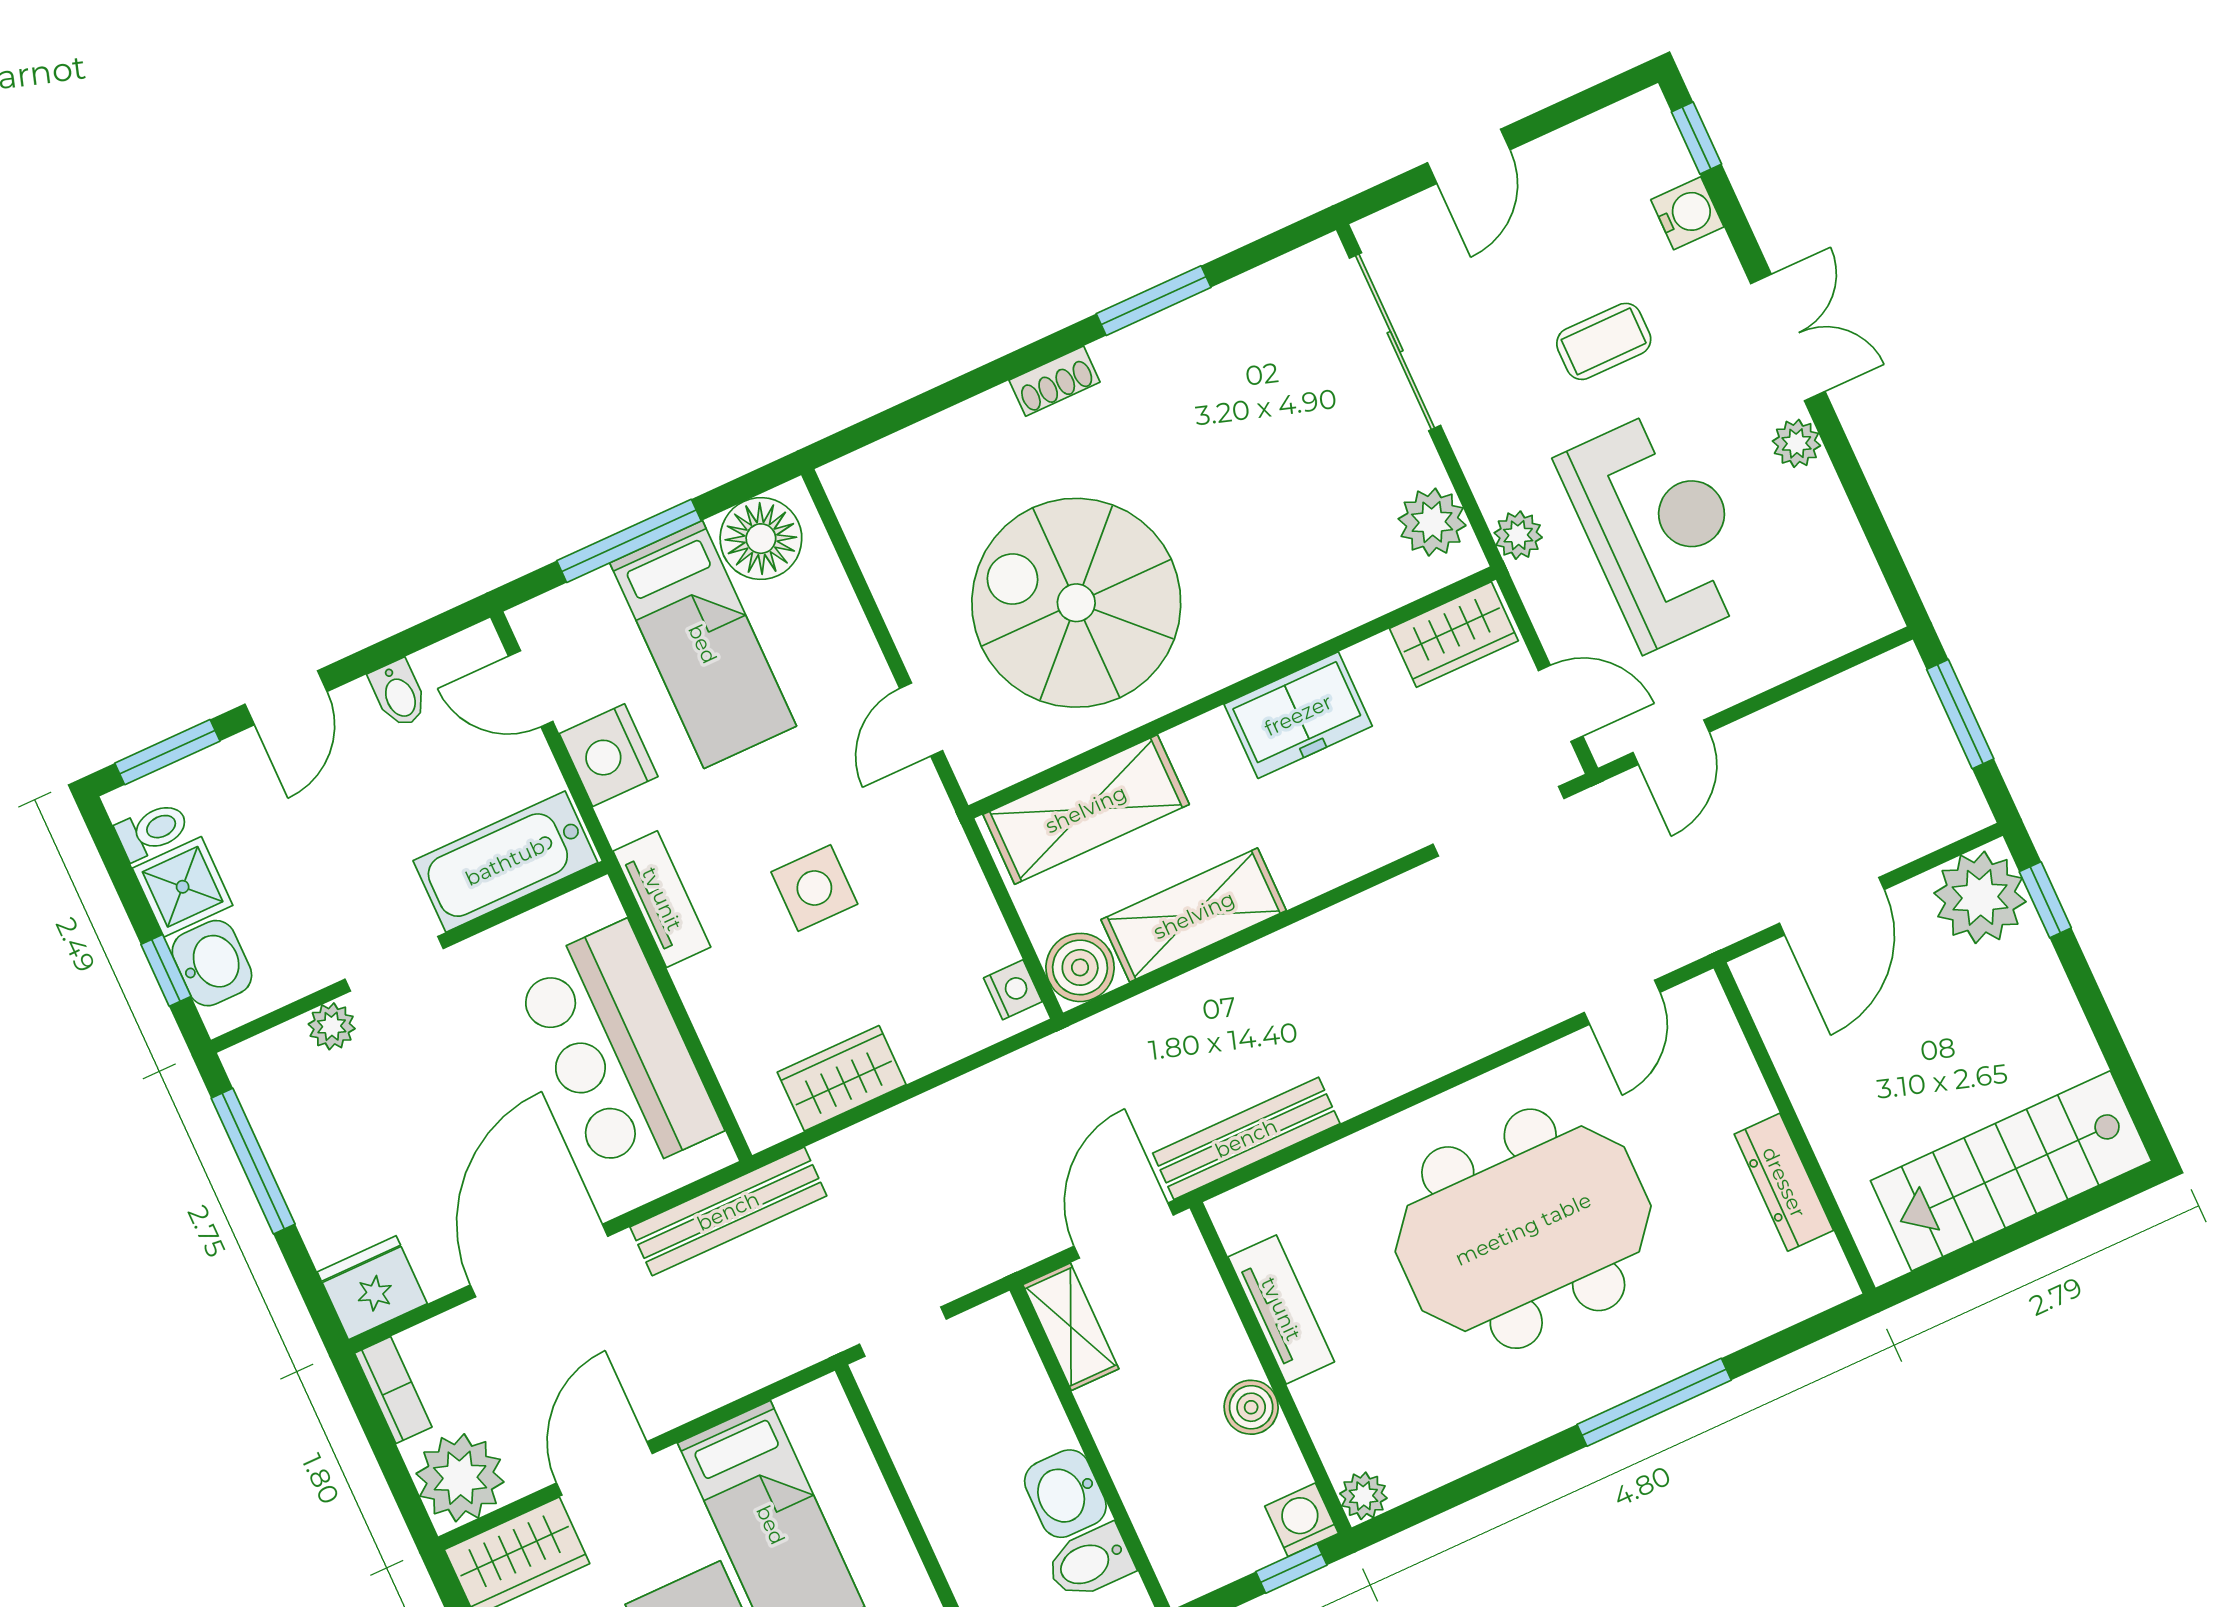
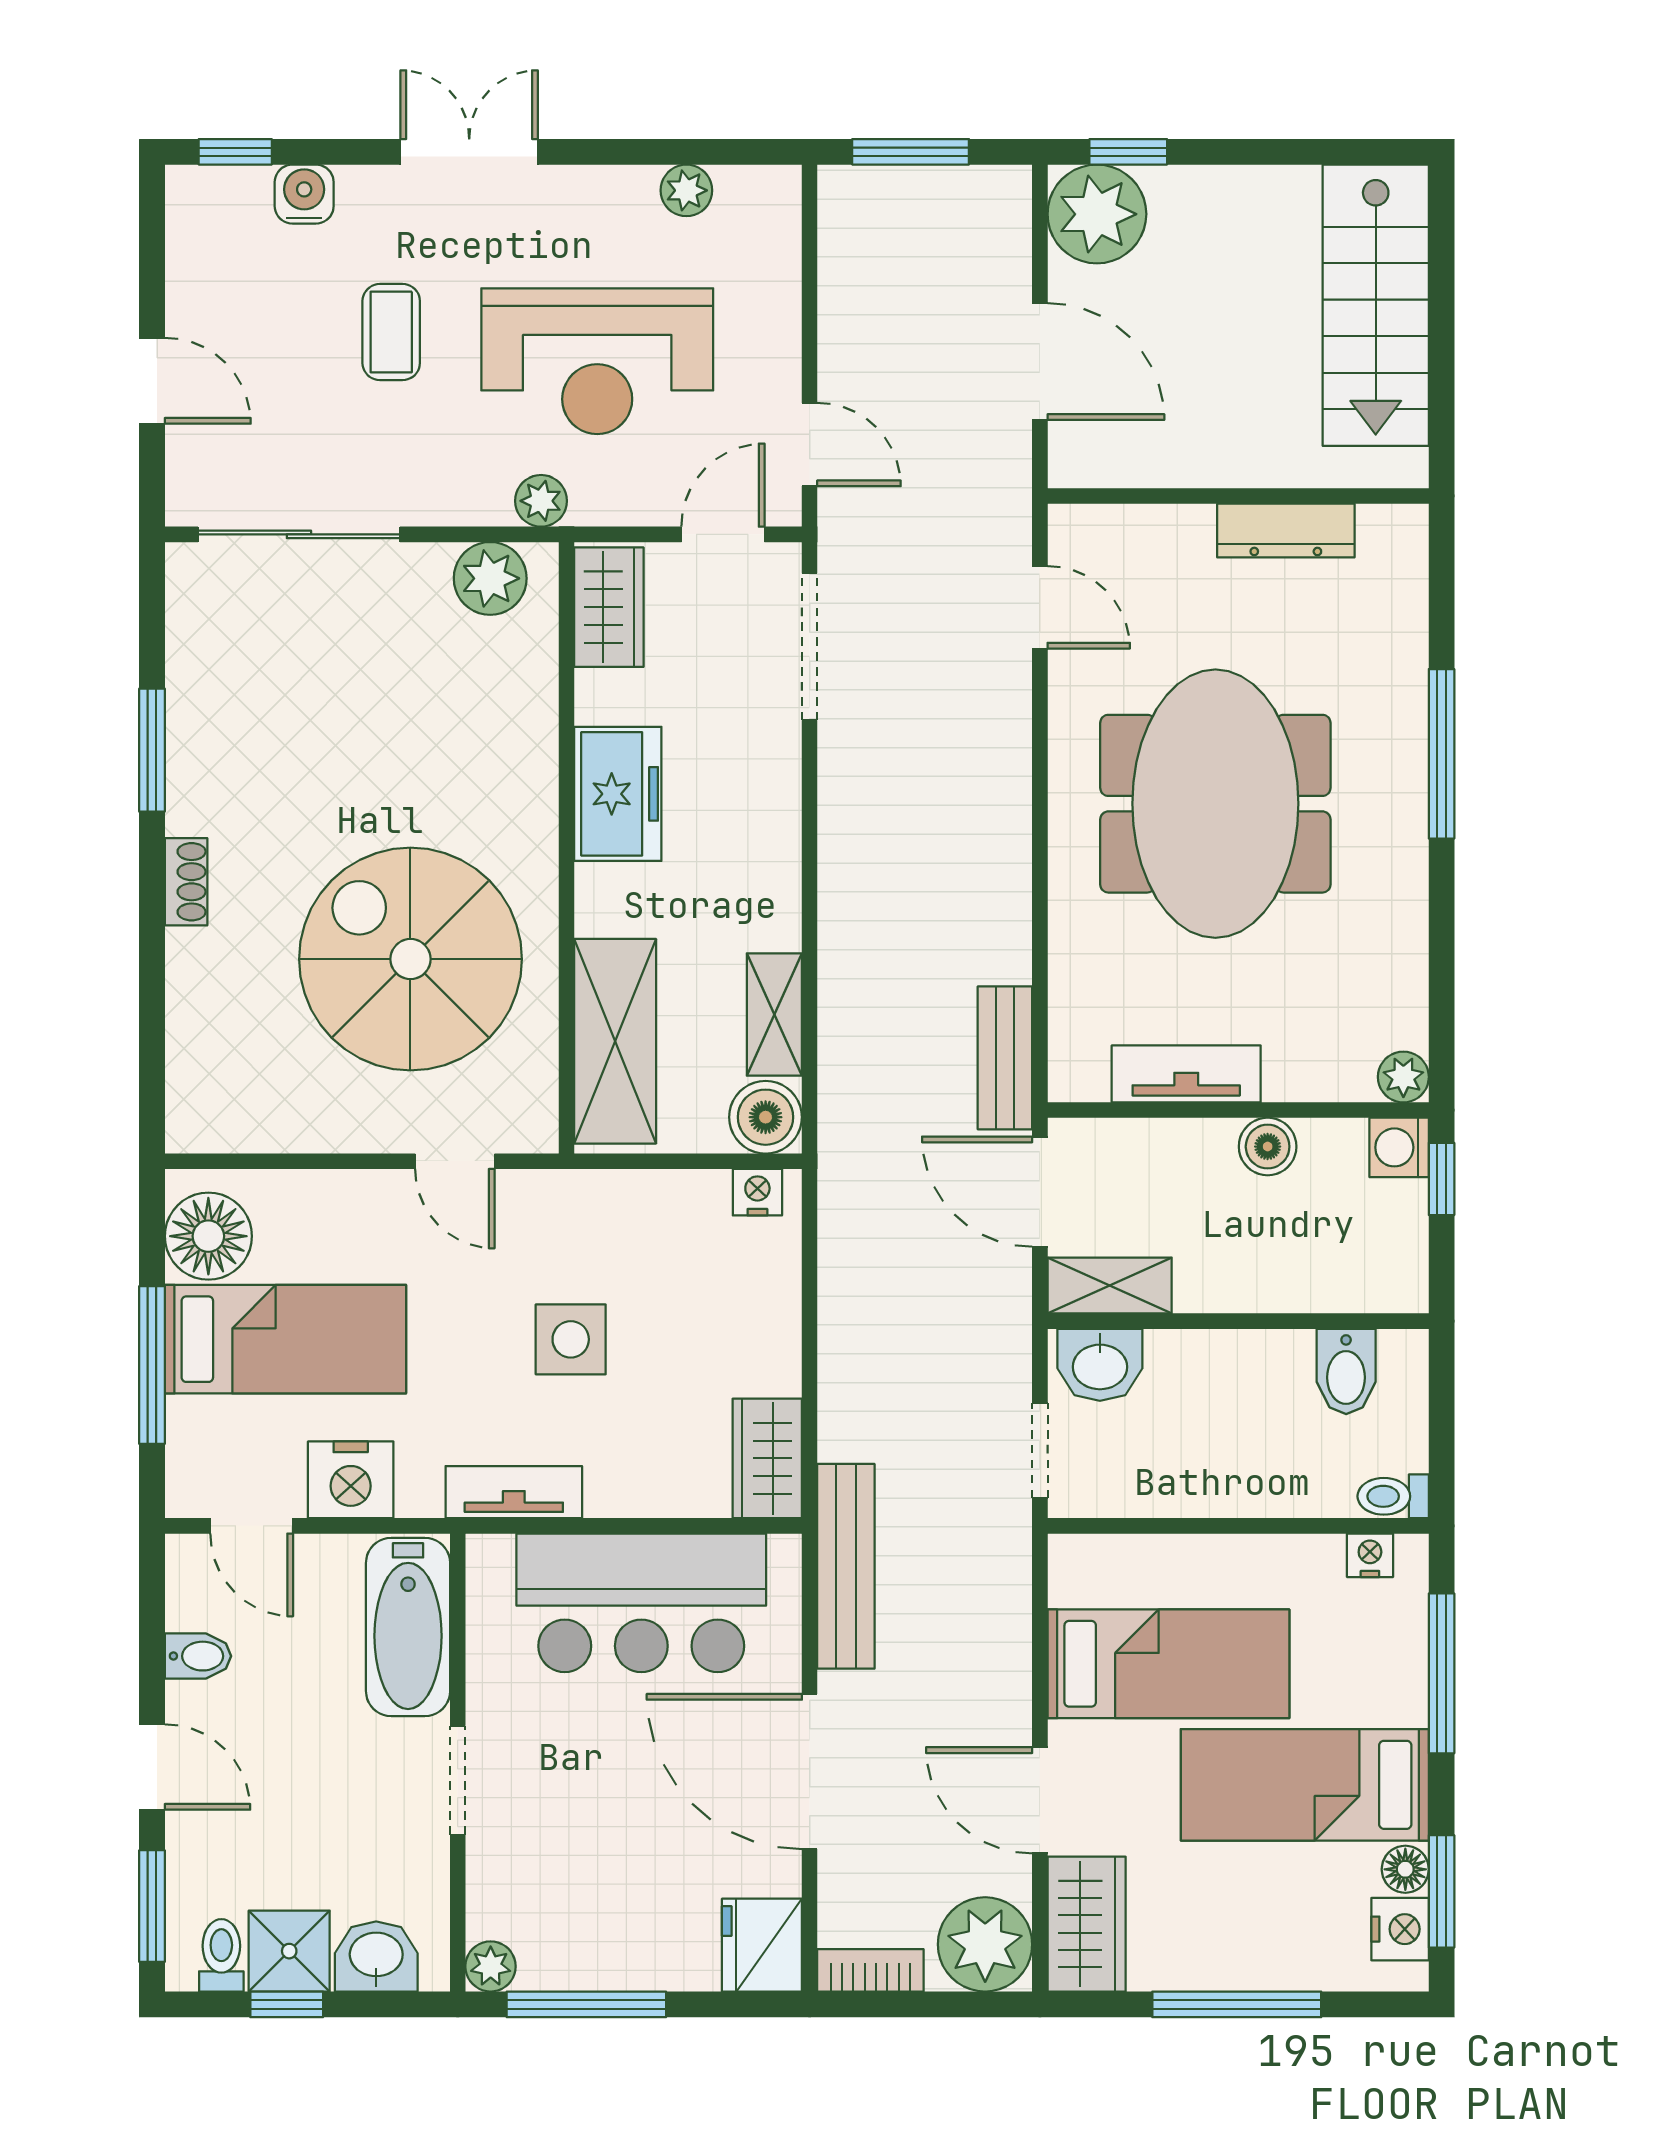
plant: (1796, 443) -> (686, 190), moved
reception desk: (1659, 529) -> (597, 361), turned 180
spiral stairs: (1076, 603) -> (410, 959), turned 90
door: (531, 689) -> (252, 1526), hinge flipped
shelving: (1194, 915) -> (774, 1014), width x0.67, depth x0.75
window: (166, 970) -> (287, 2004), moved
plant: (332, 1026) -> (491, 1966), moved
wardrobe: (842, 1078) -> (767, 1458), moved
bench: (1246, 1138) -> (1005, 1058), width x0.73
washbasin: (1065, 1494) -> (1100, 1365), moved

